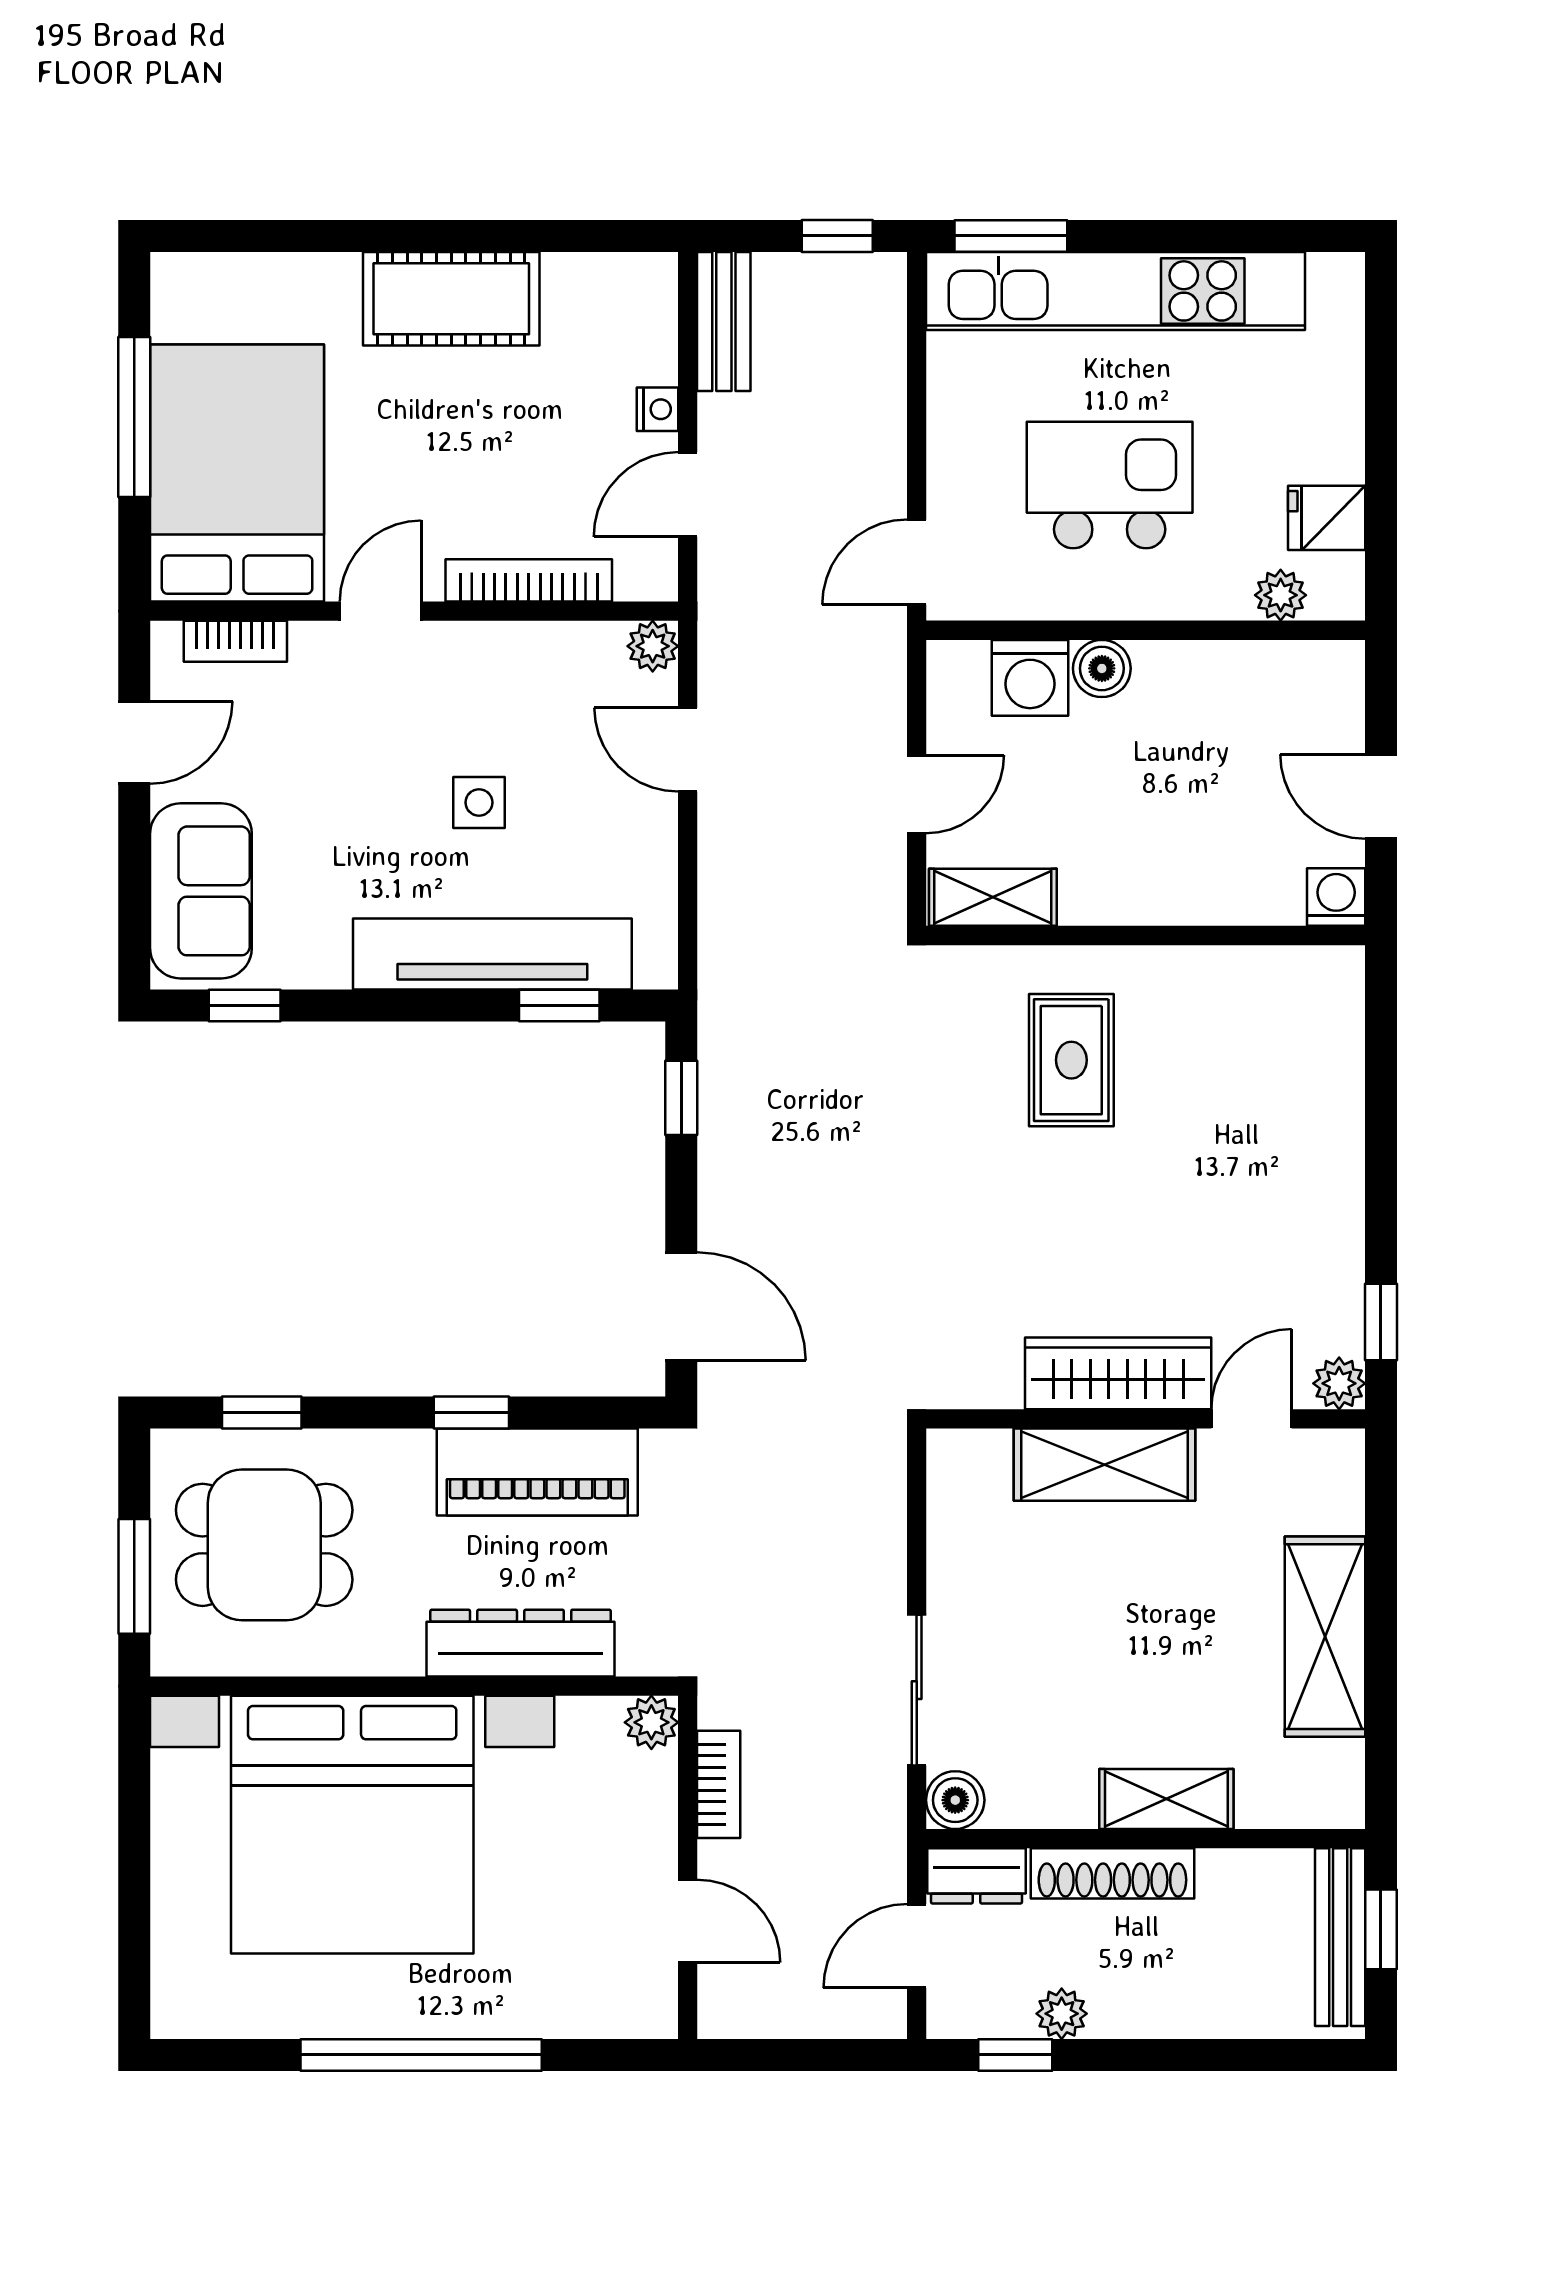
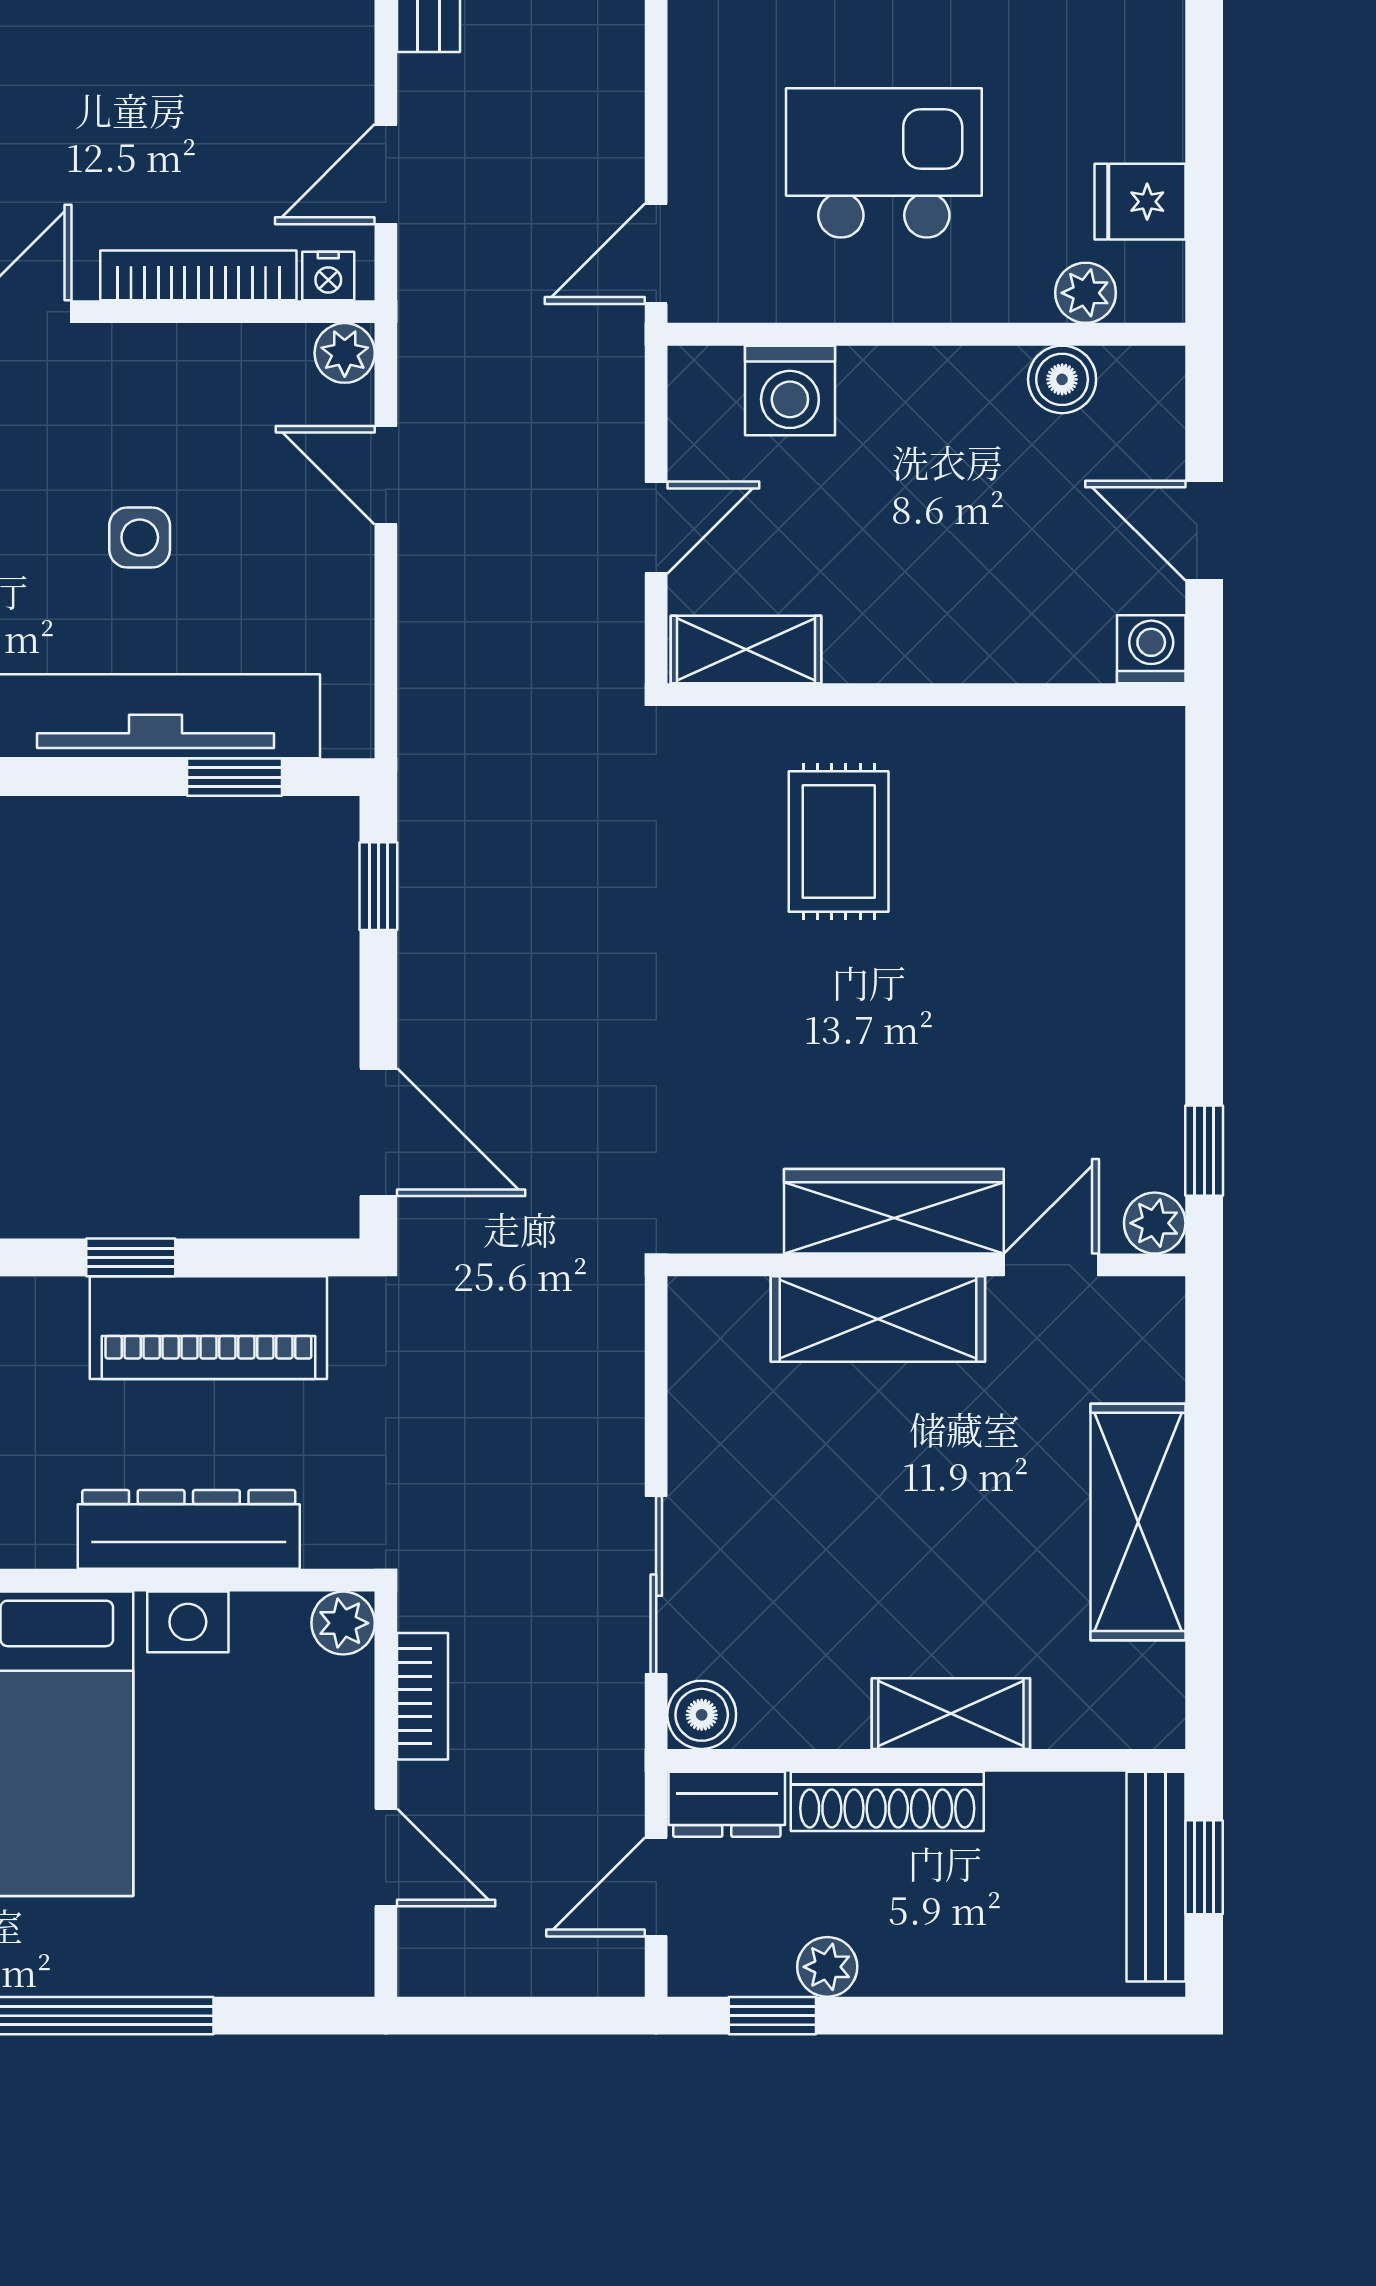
nightstand: (657, 409) -> (328, 276), moved, turned 90
boiler: (1102, 668) -> (1062, 379), moved

